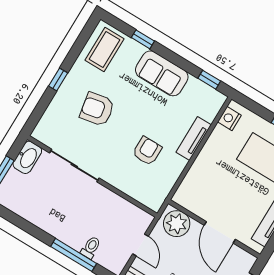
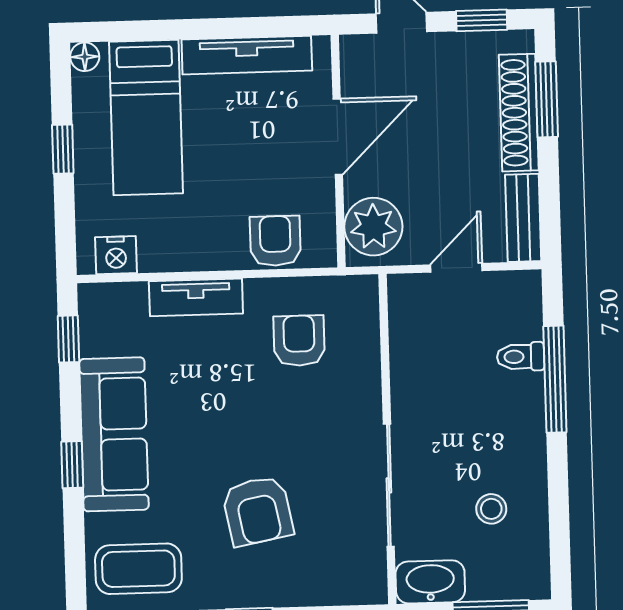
window: (143, 39) -> (72, 465), moved
sofa: (162, 73) -> (114, 434), width x1.36
armchair: (147, 151) -> (299, 341), moved, turned 90
armchair: (195, 183) -> (275, 241), added
stool: (40, 199) -> (491, 509), added

